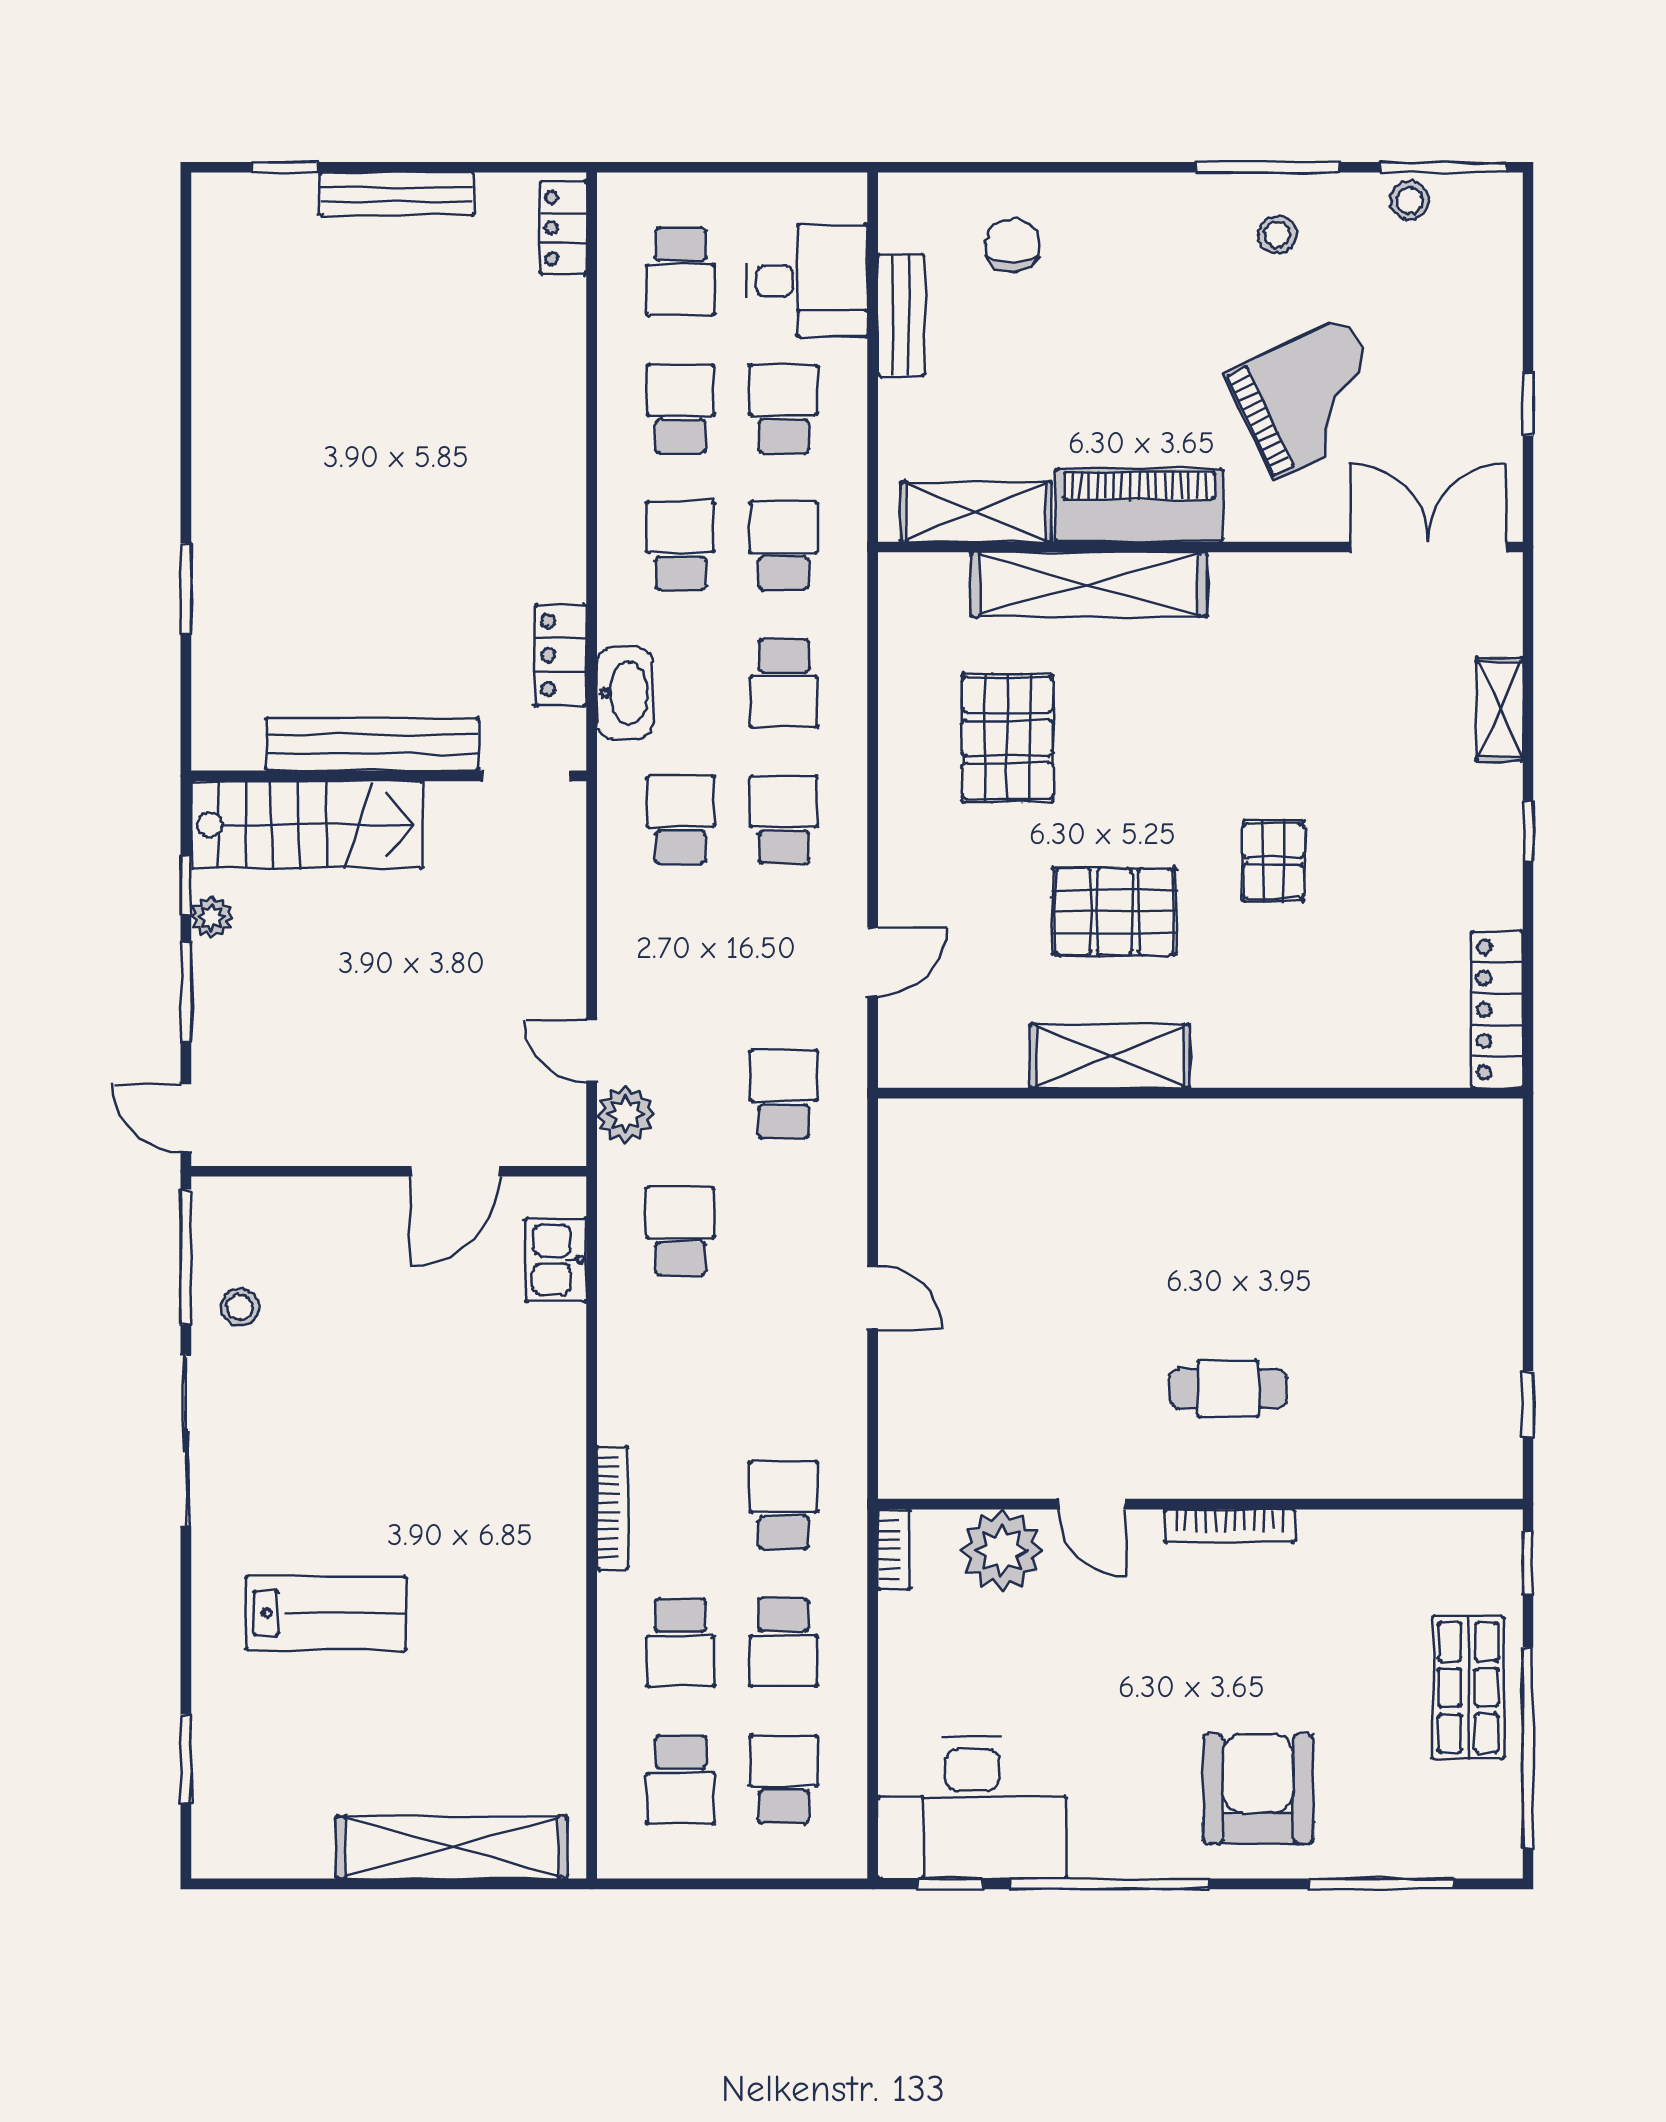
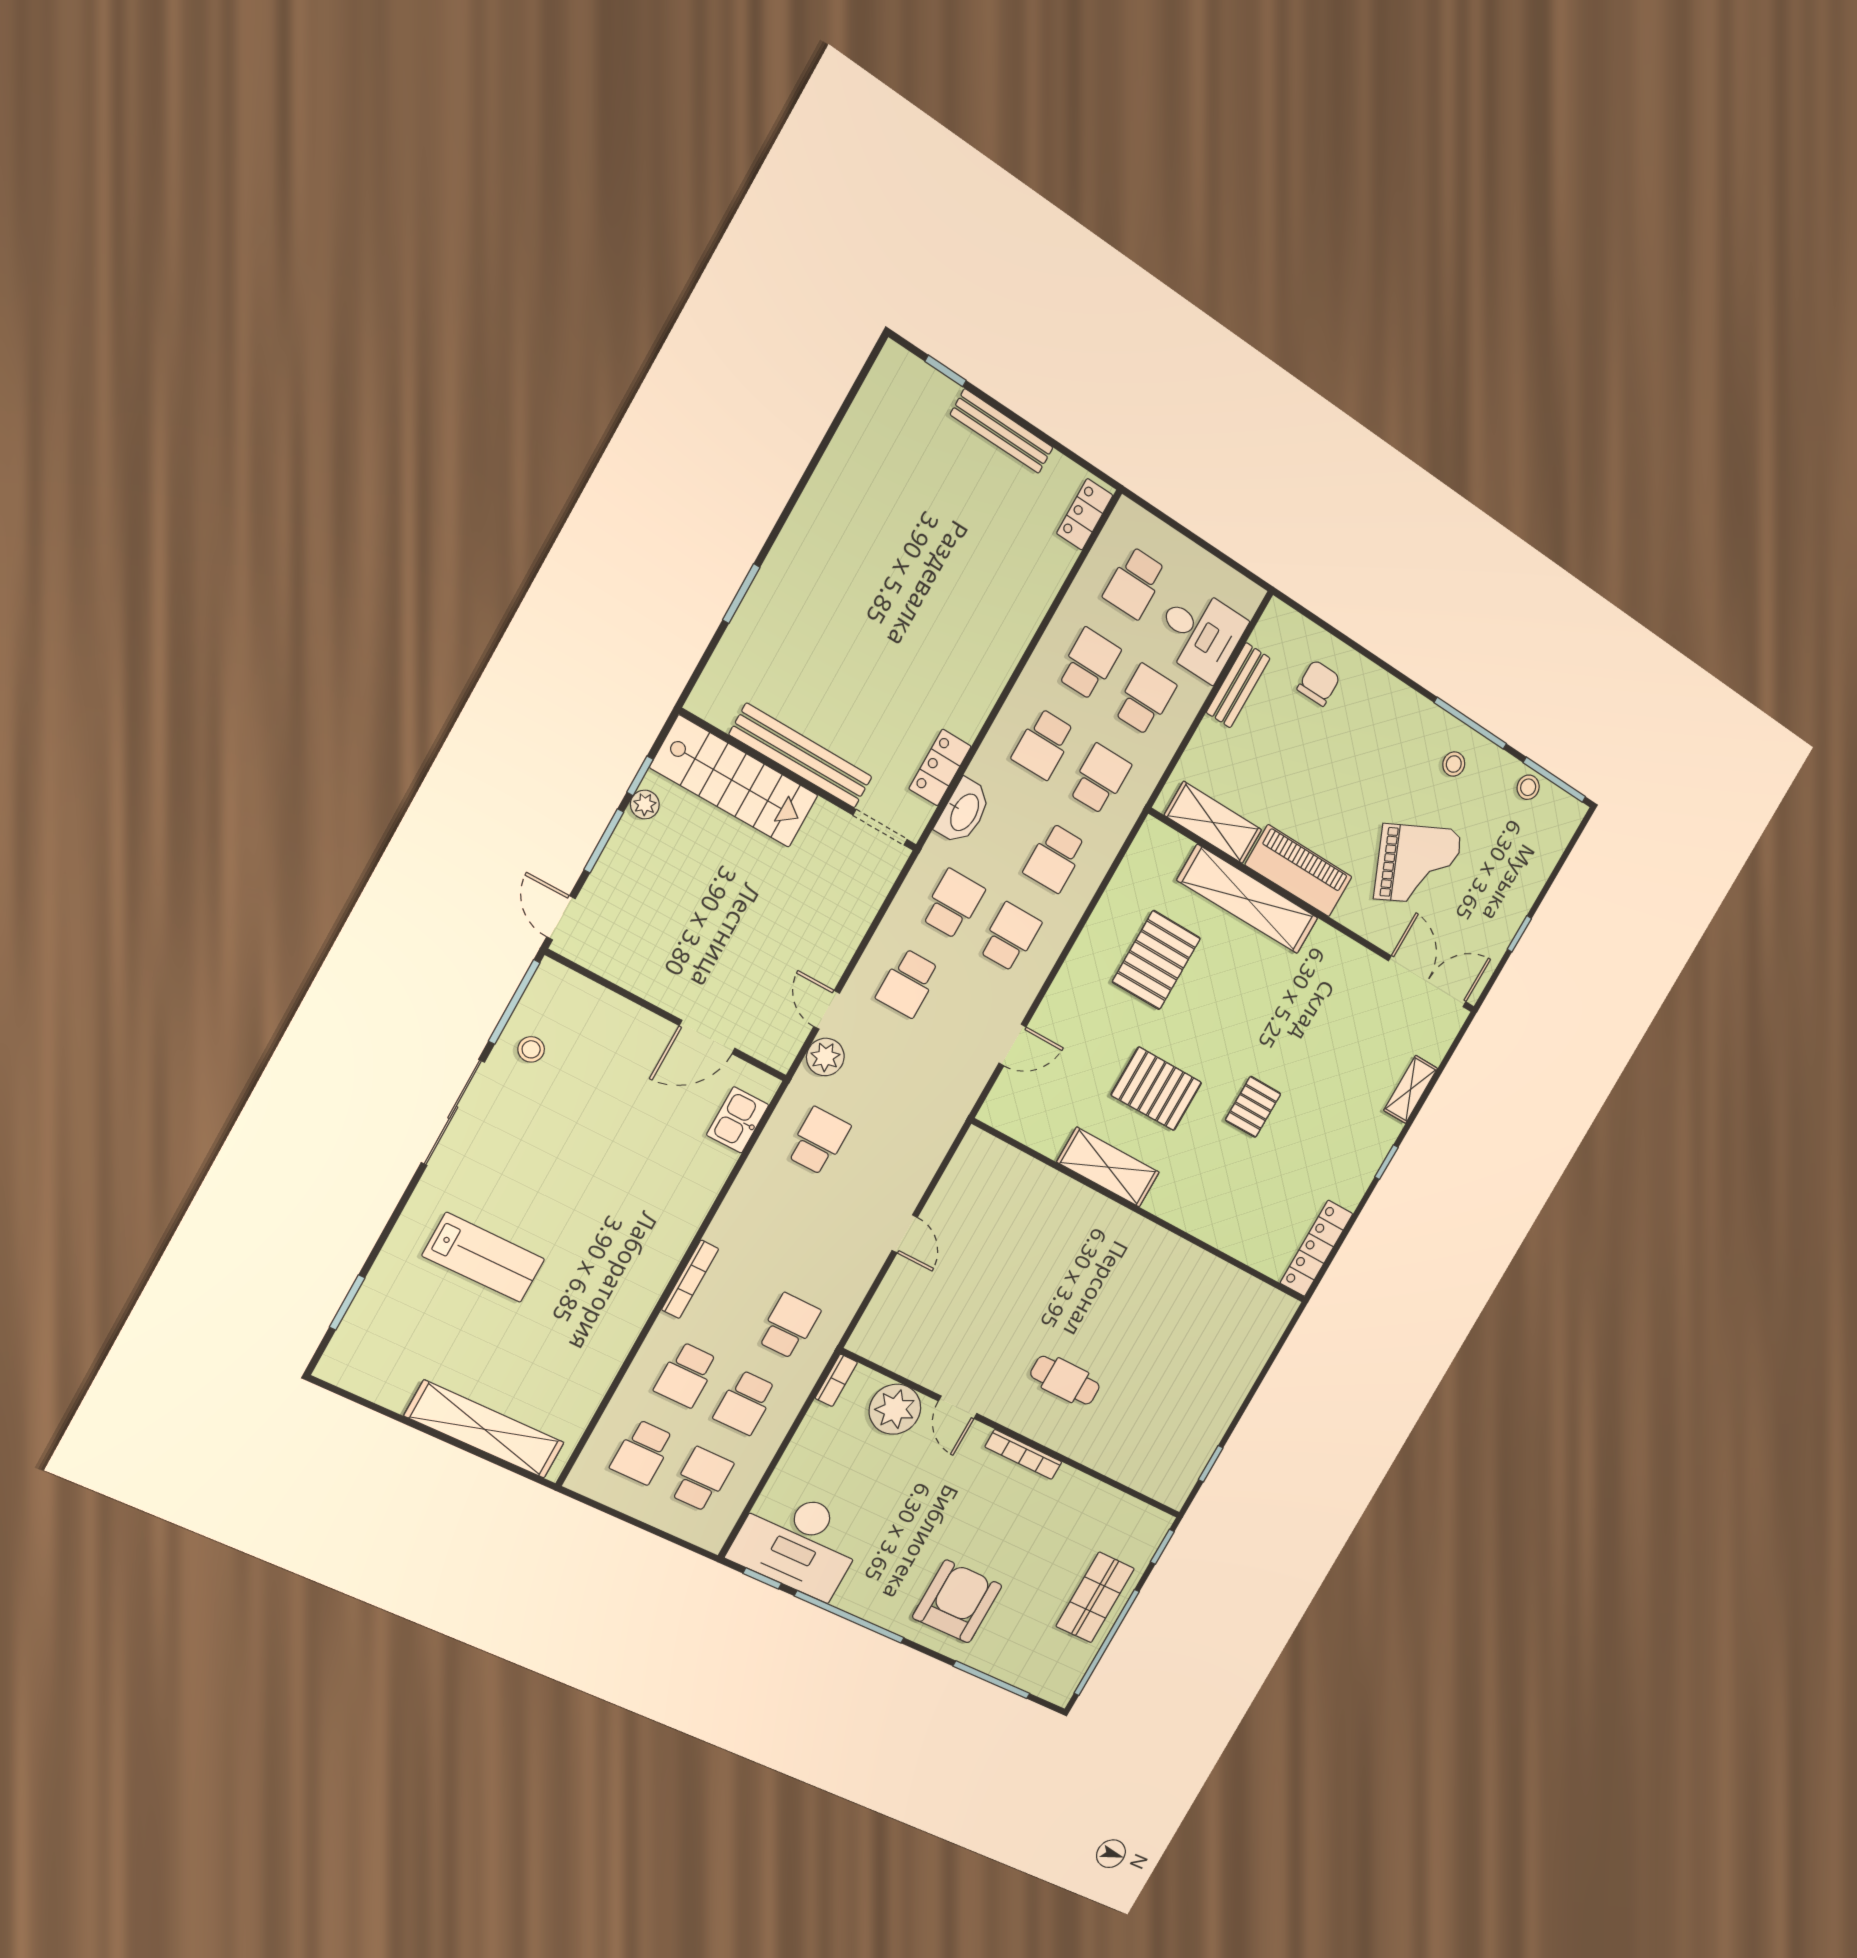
school desk: (681, 546) -> (1043, 744), turned 180
school desk: (784, 1094) -> (908, 983), moved, turned 180

